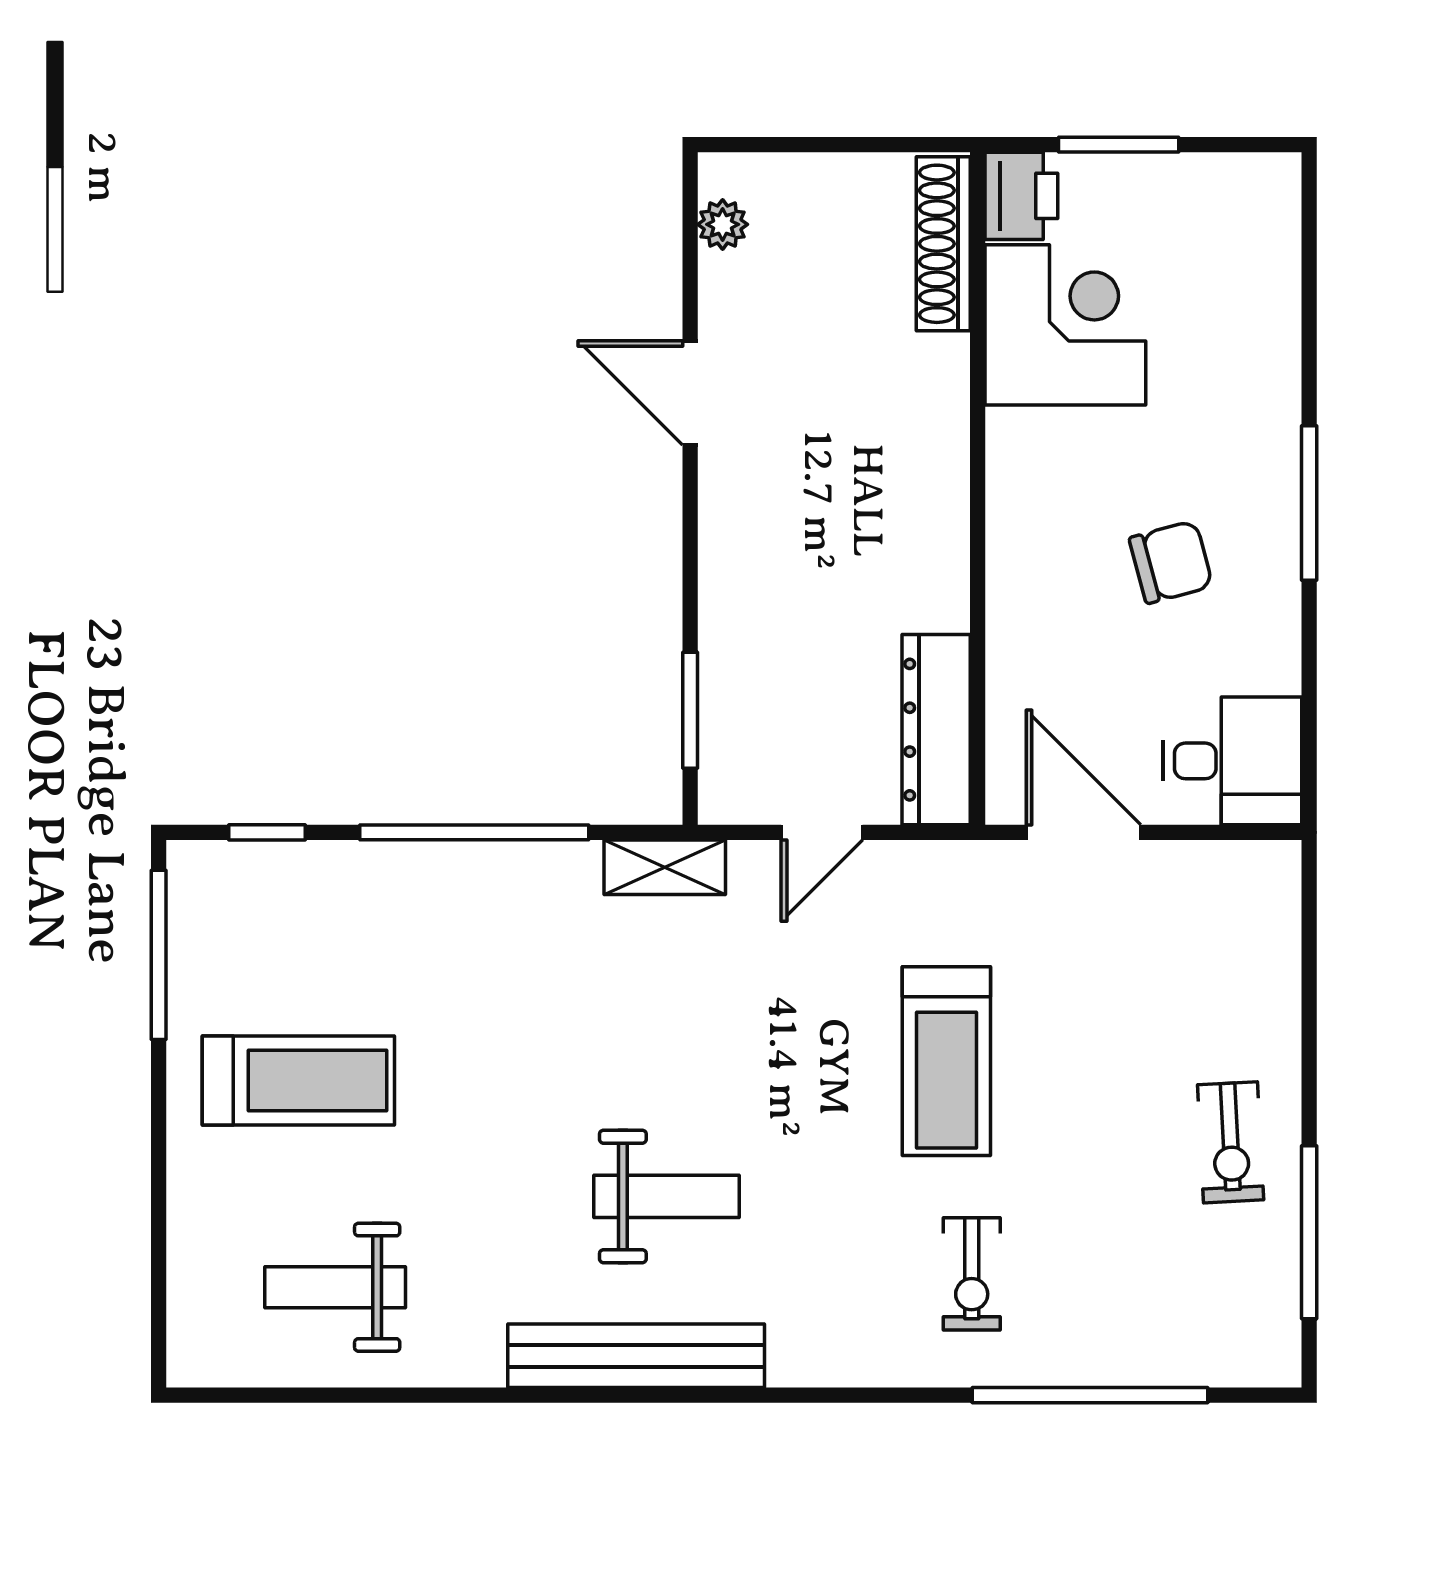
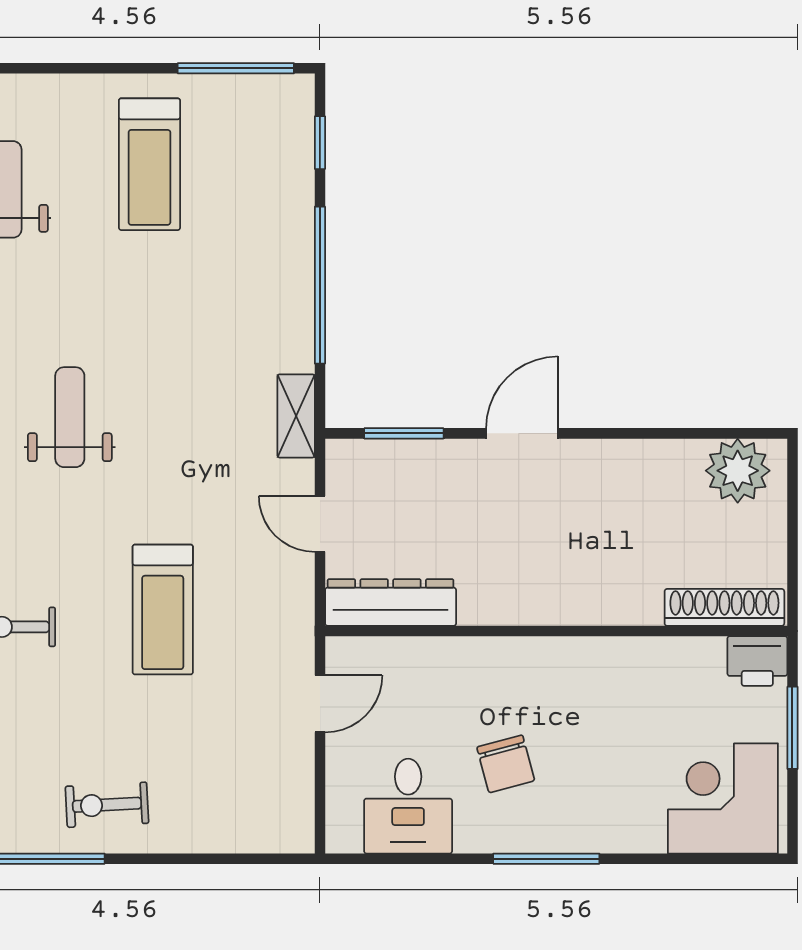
plant: (723, 224) -> (738, 471), width x1.88, depth x1.88
corner desk: (1065, 325) -> (723, 798), moved, turned 180
door: (690, 393) -> (522, 433), moved
desk: (1233, 761) -> (408, 806), moved
door: (1084, 832) -> (320, 704), width x0.73
treadmill: (946, 1061) -> (163, 610), turned -90
weight bench: (667, 1196) -> (70, 417), turned 180

